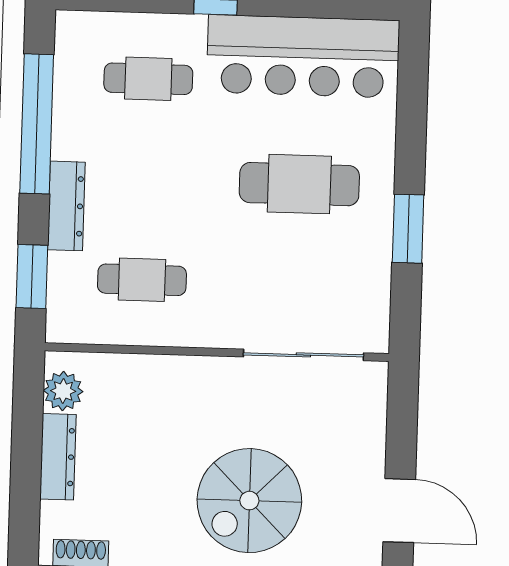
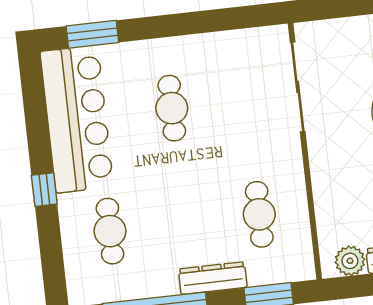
cafe table: (299, 184) -> (172, 108), width x0.73, depth x0.74
window: (408, 229) -> (92, 34), moved

